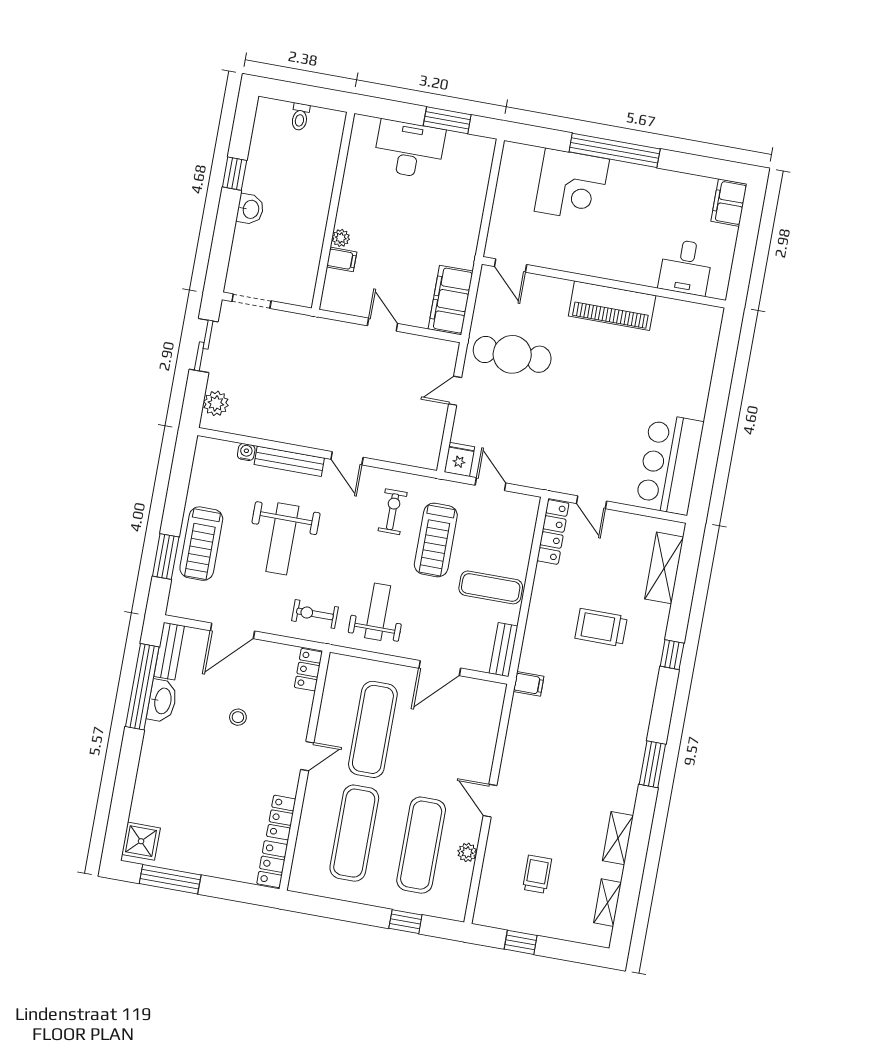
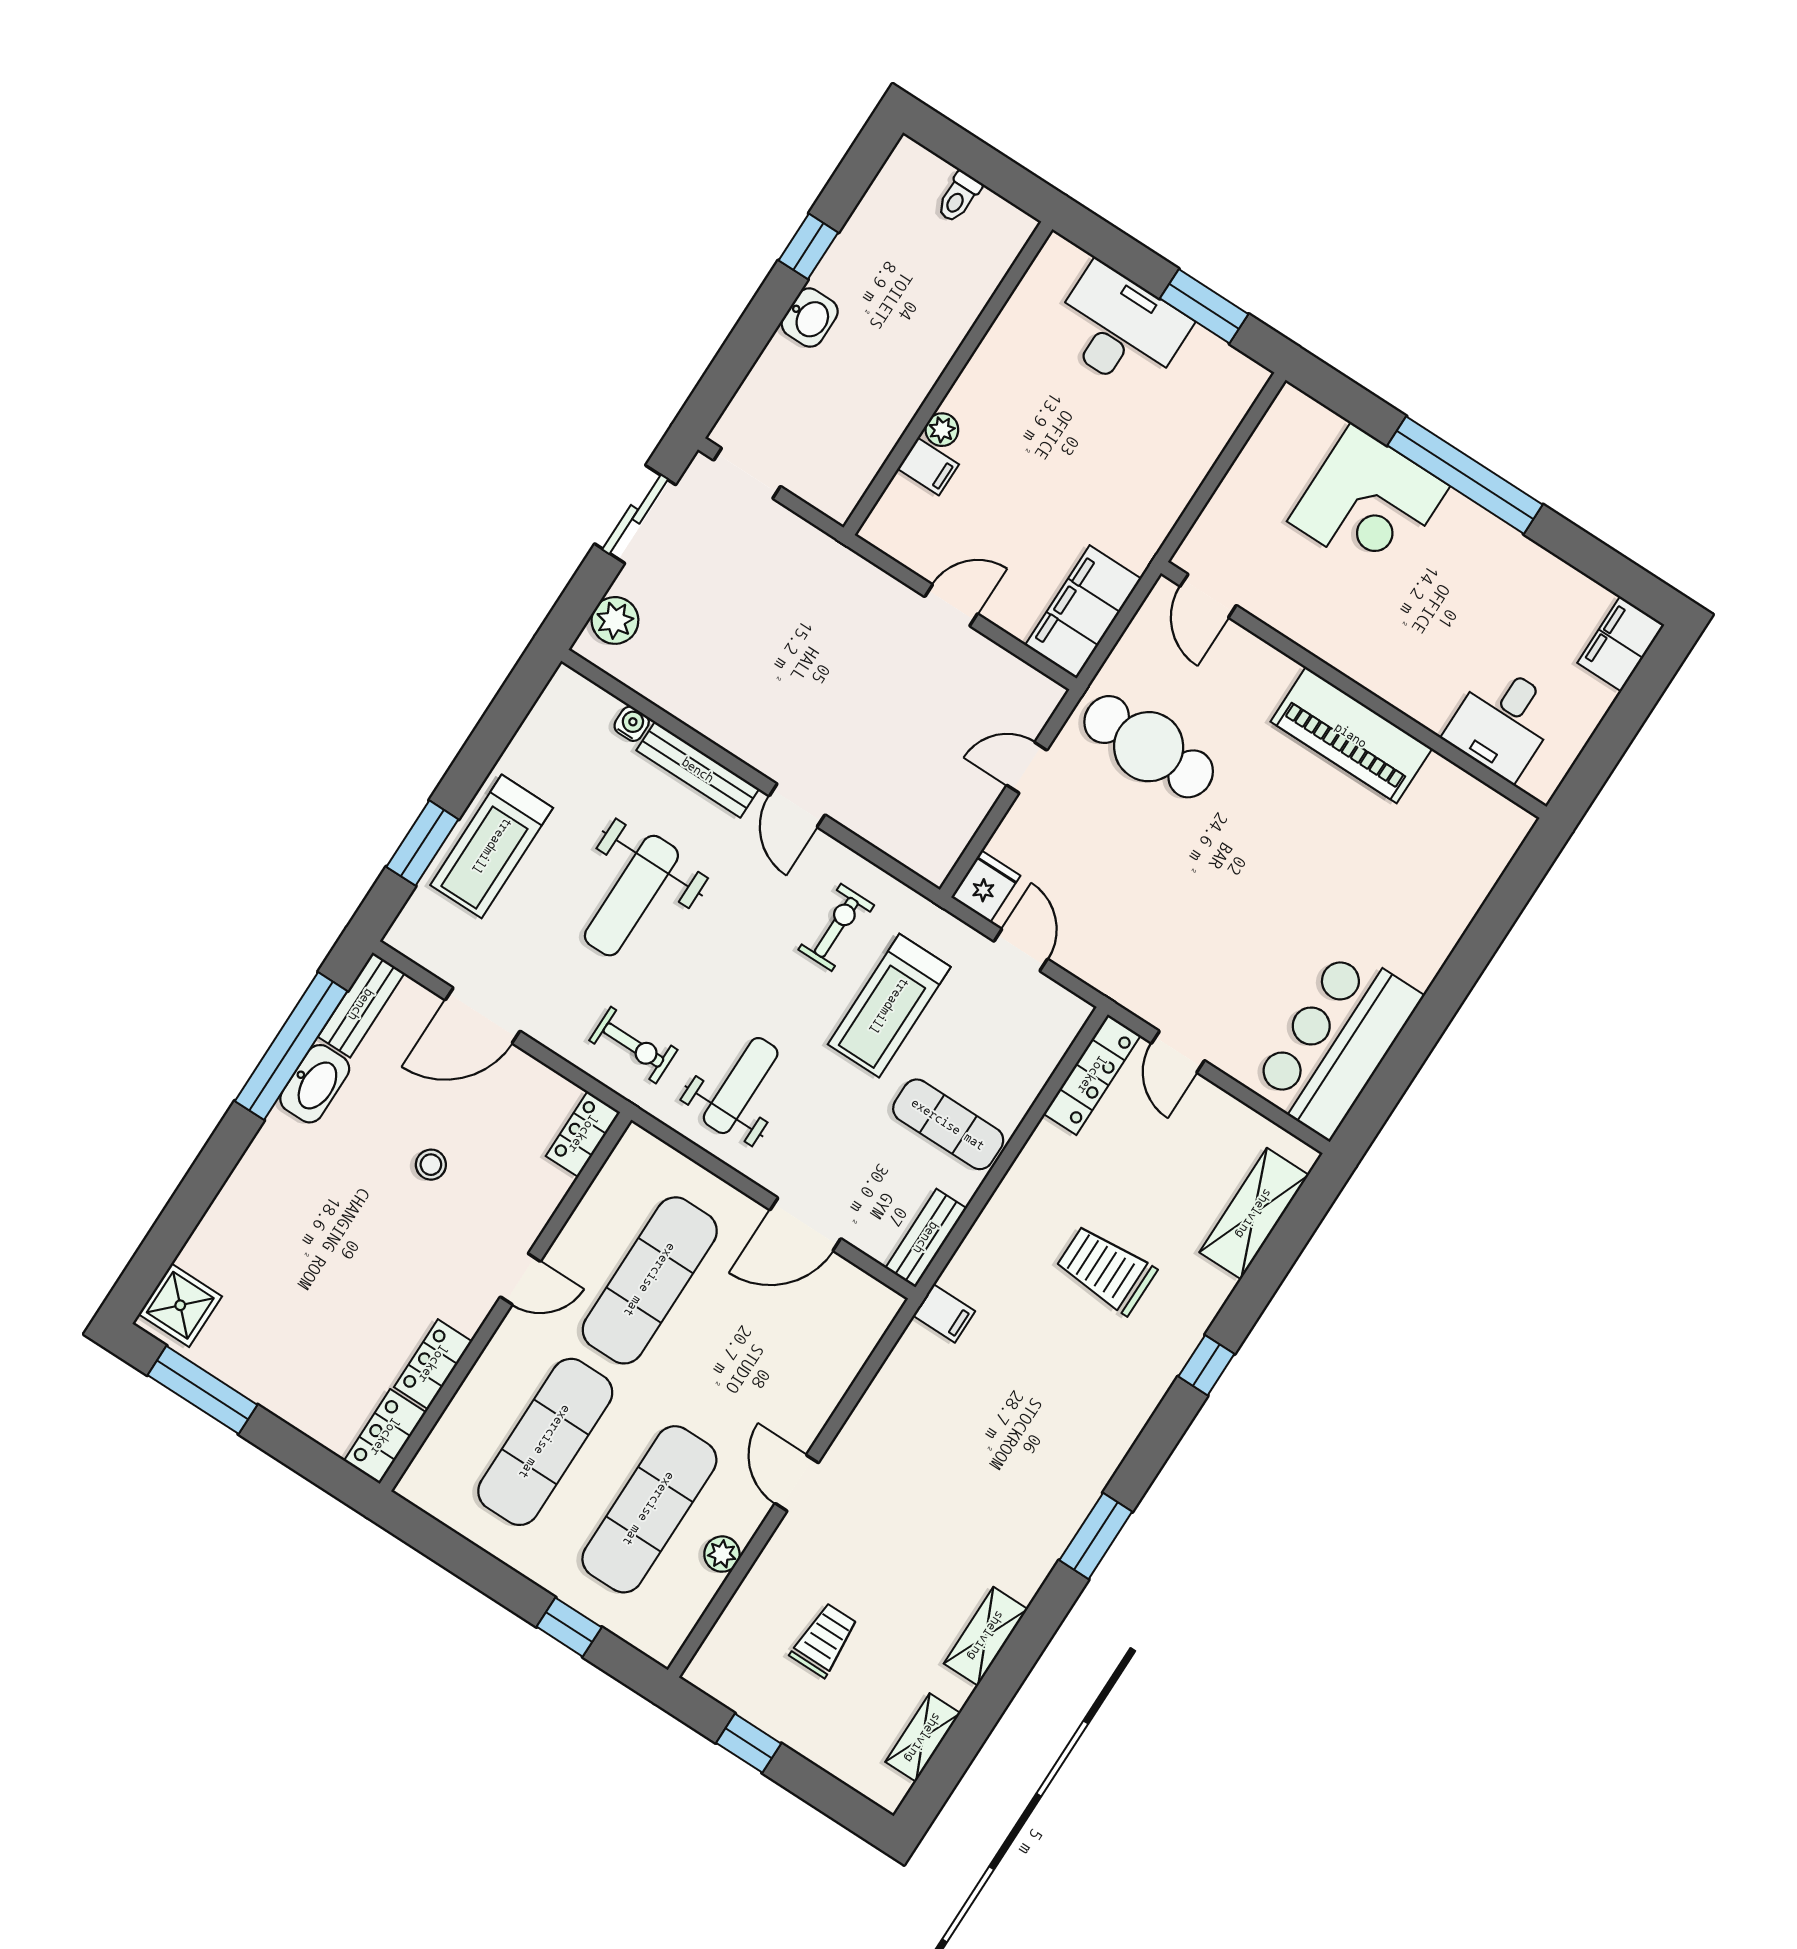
door: (382, 325) -> (951, 605), hinge flipped
exercise bike: (315, 614) -> (633, 1045), turned 180

